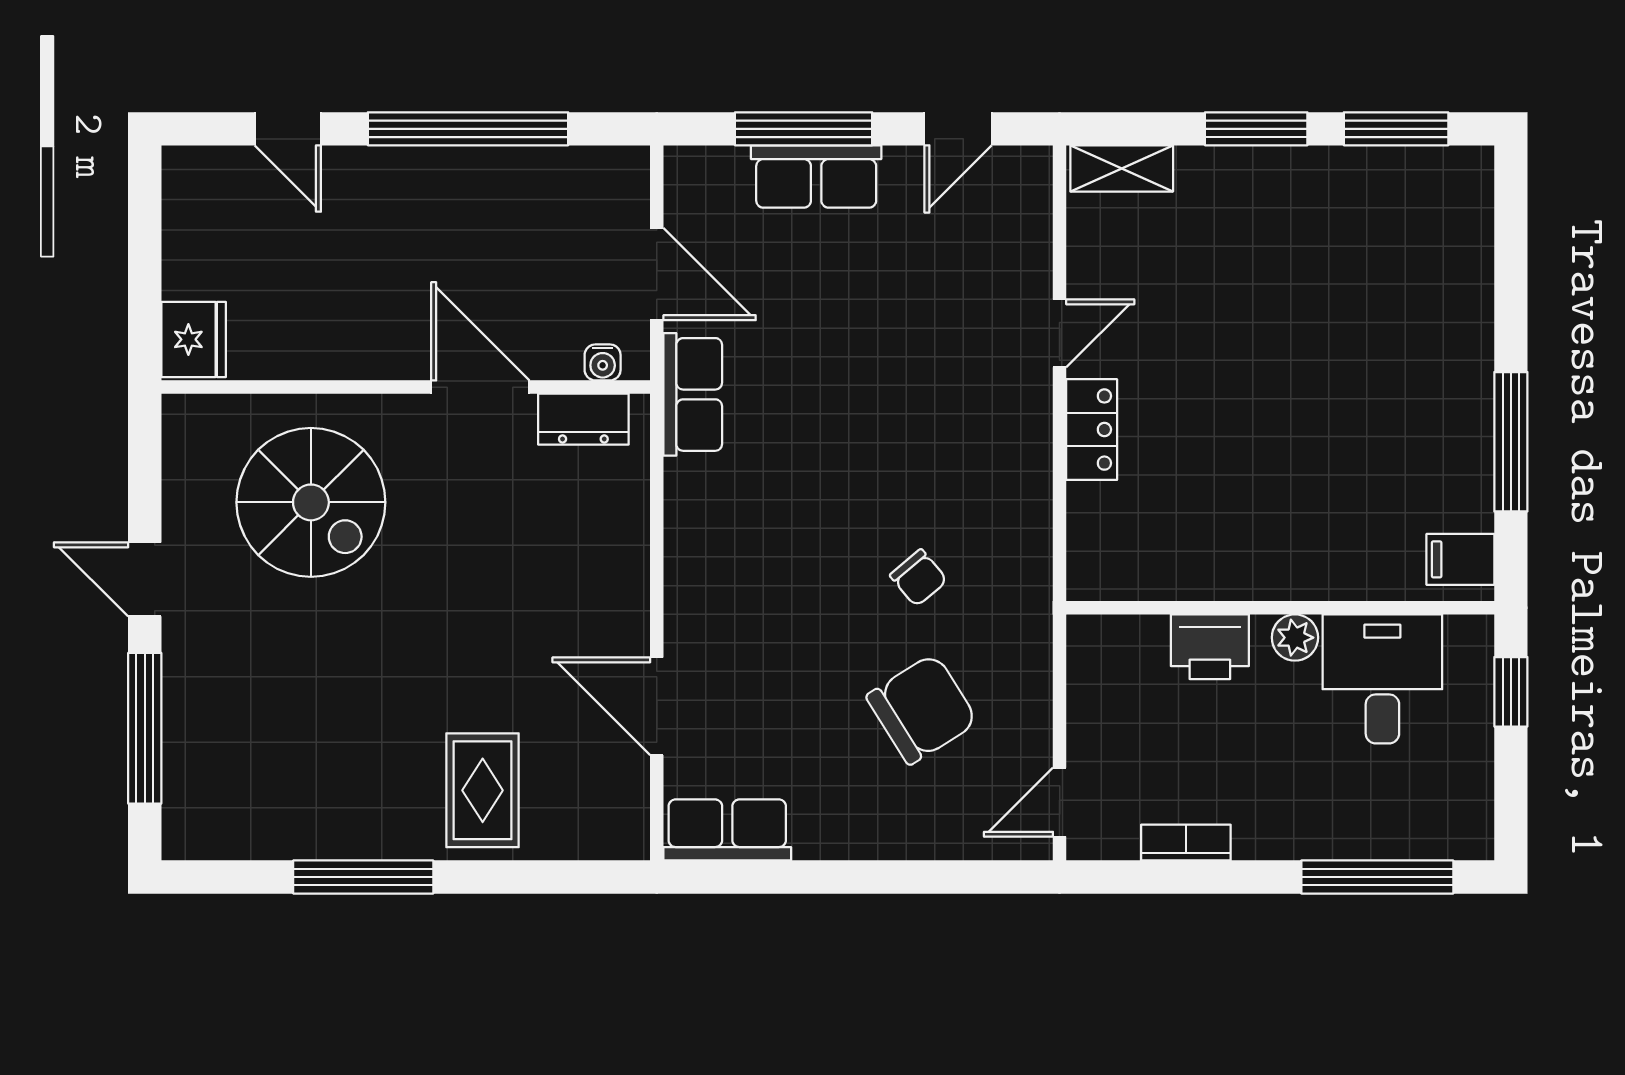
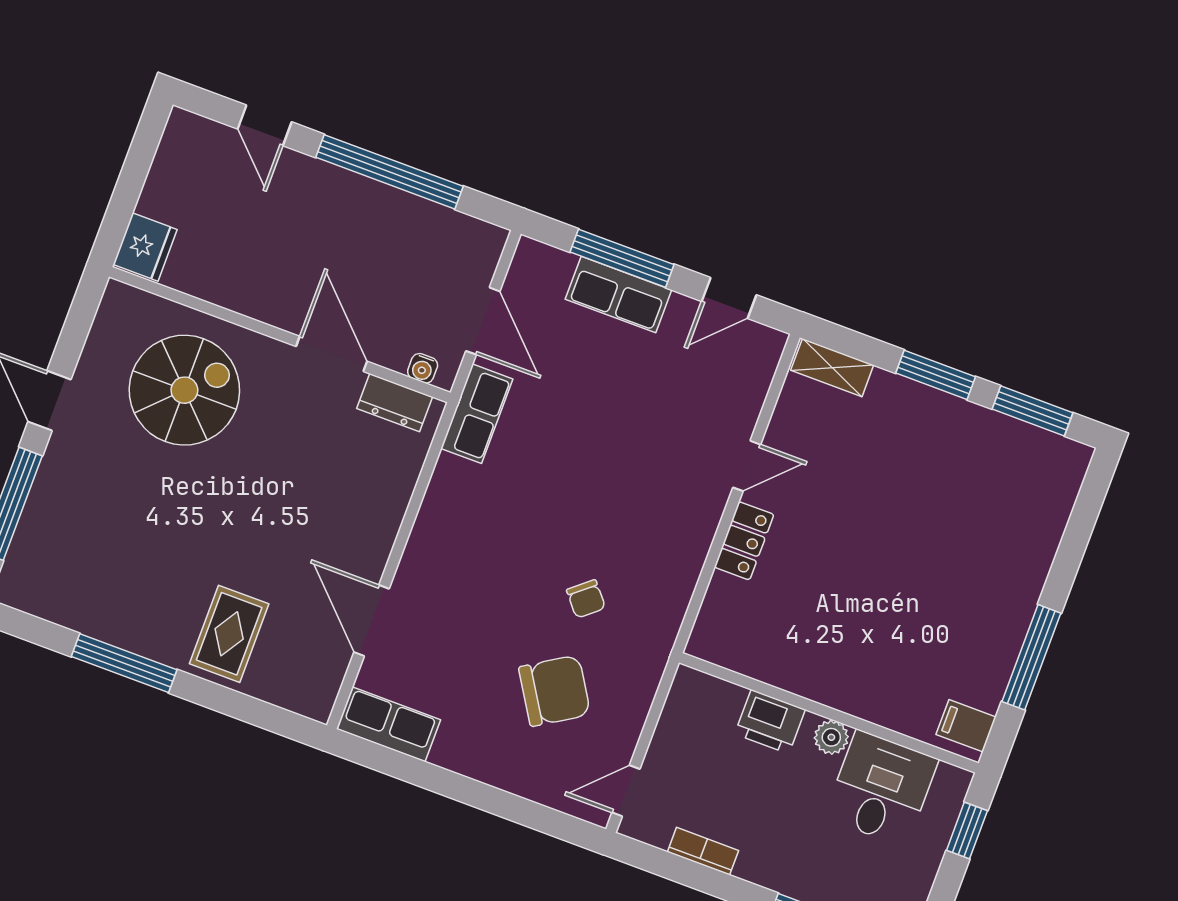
spiral stairs: (311, 502) -> (184, 390), turned -90

